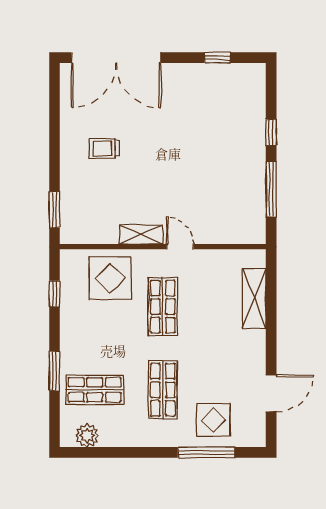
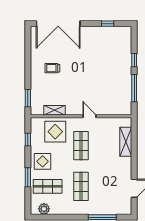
shelving: (141, 234) -> (55, 110), moved
display table: (213, 420) -> (43, 161), moved

